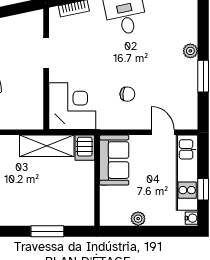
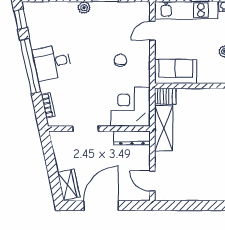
dresser: (35, 108) -> (132, 138), added

